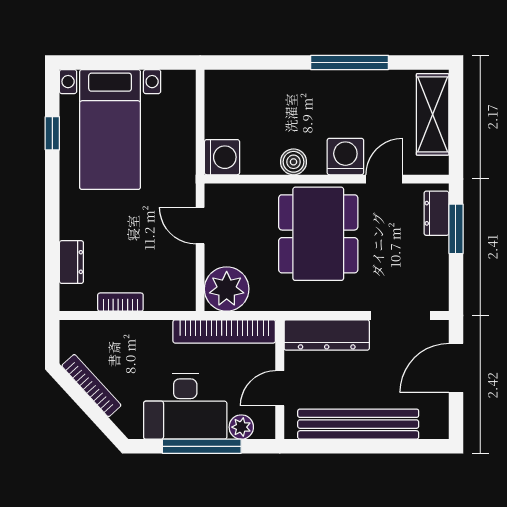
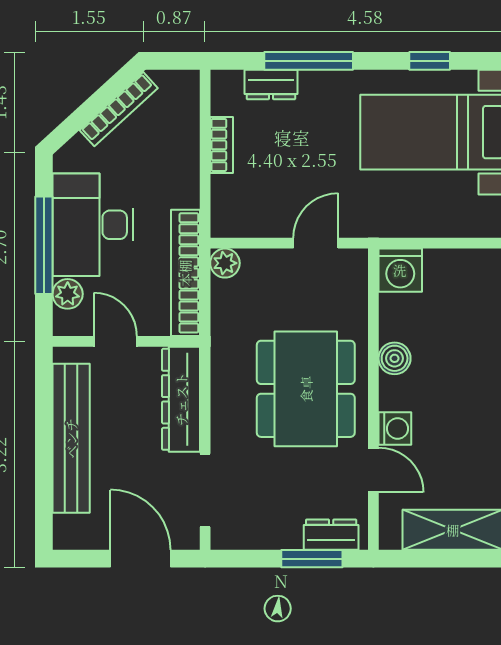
washing machine: (345, 157) -> (395, 429), width x0.73, depth x0.73
window: (52, 232) -> (309, 61), added
dining table: (318, 234) -> (306, 389), turned 90
plant: (227, 289) -> (225, 263), width x0.53, depth x0.53

